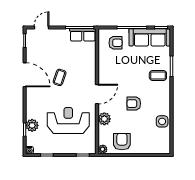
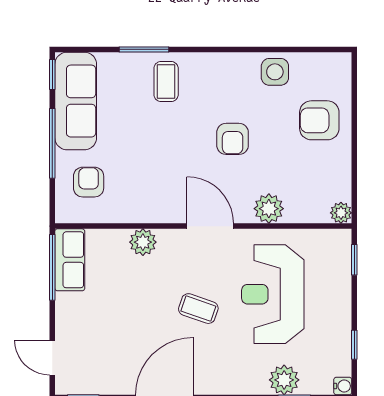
plant: (90, 66) -> (143, 242), added
coffee table: (60, 77) -> (198, 309), moved
armchair: (122, 142) -> (319, 120), moved

